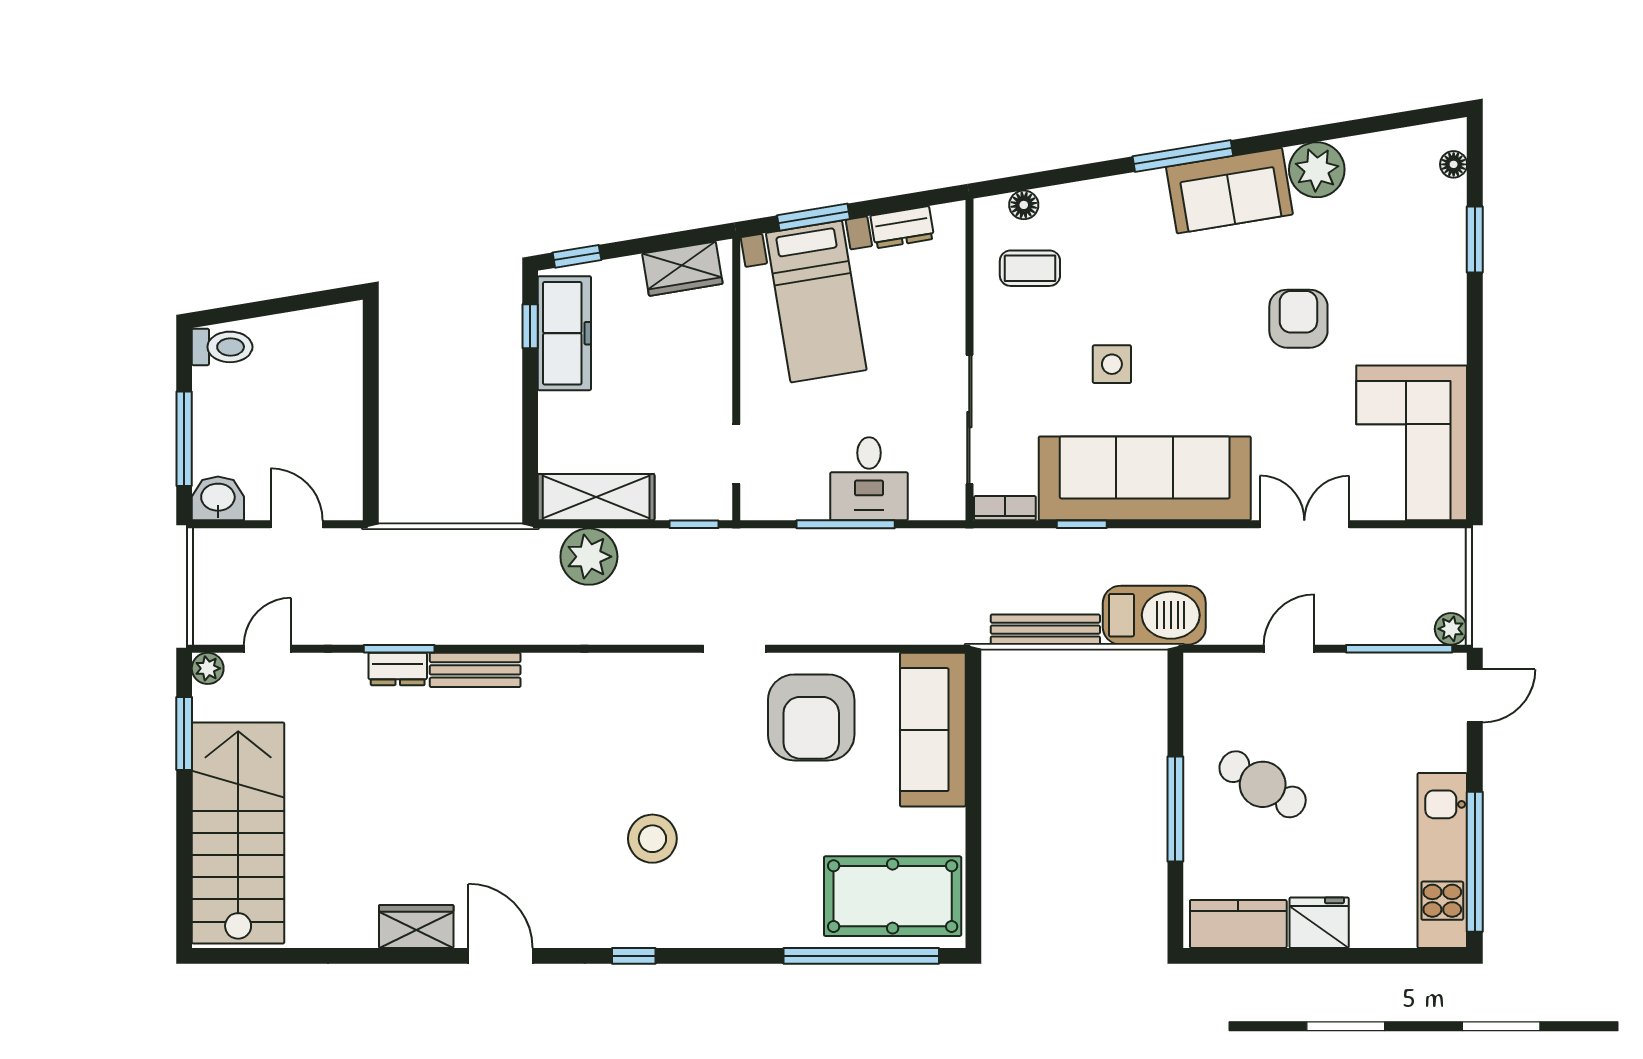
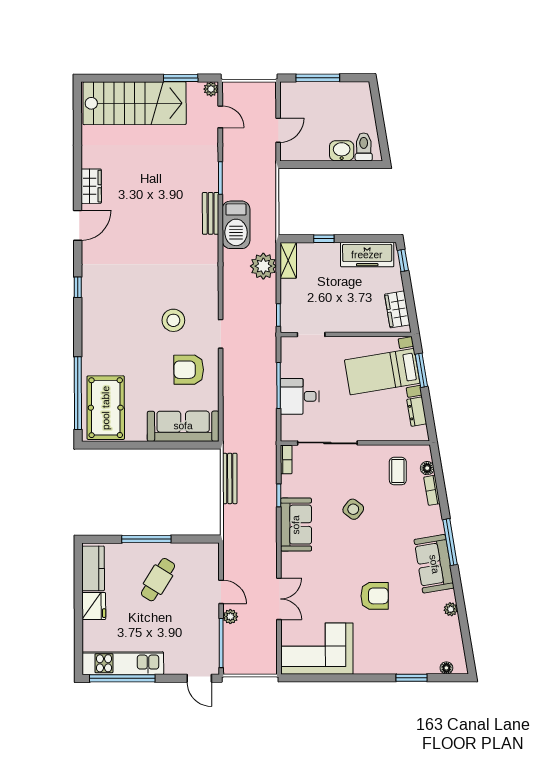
plant: (1317, 170) -> (451, 609), width x0.53, depth x0.53
bookcase: (1072, 195) -> (432, 490), added
window: (530, 326) -> (324, 239), moved
toilet: (222, 347) -> (364, 147), moved, turned 180
side table: (1112, 364) -> (353, 509), turned 38
sofa: (1145, 478) -> (296, 525), width x0.54, depth x0.79
shelving: (596, 497) -> (288, 260), width x0.67, depth x0.75
washbasin: (218, 498) -> (342, 151), moved, turned -90
barbecue: (1154, 615) -> (236, 225), moved
plant: (1451, 629) -> (230, 617), moved
dresser: (398, 669) -> (211, 177), removed
armchair: (811, 717) -> (189, 370), width x0.73, depth x0.73
stool: (652, 839) -> (173, 320), moved

